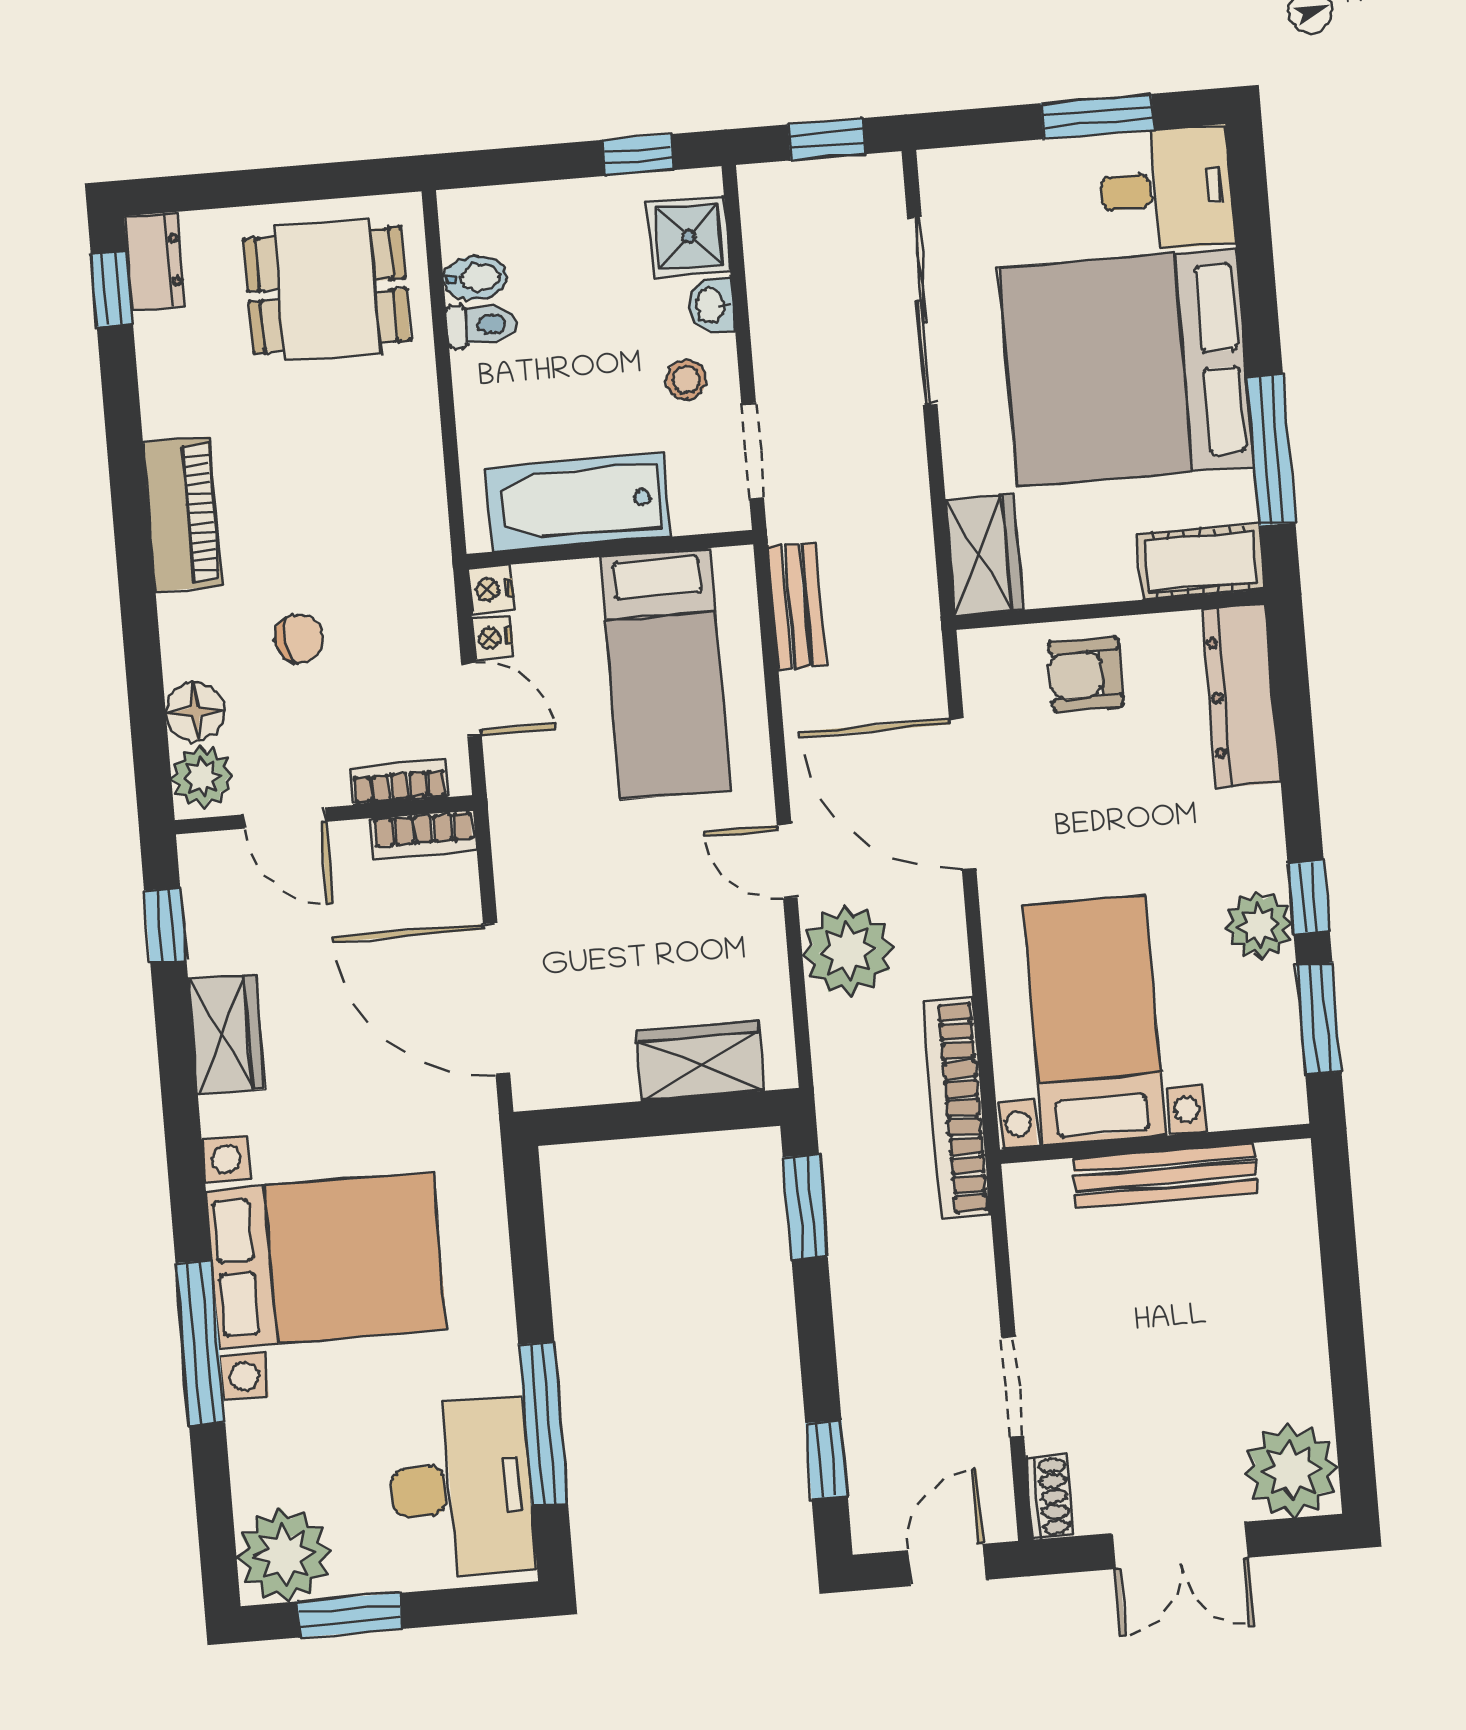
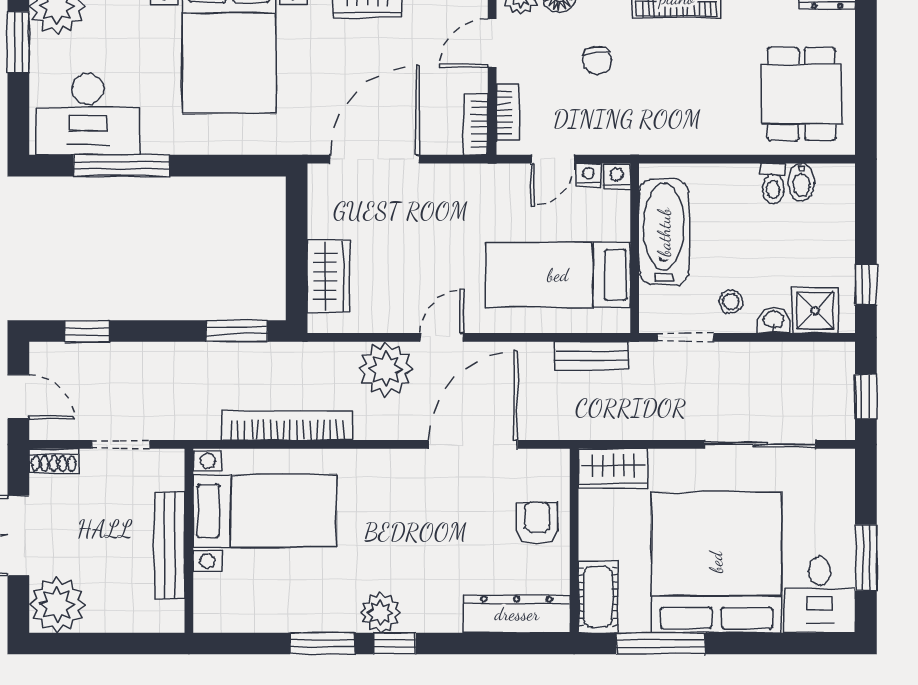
bed with nightstands: (1094, 1020) -> (265, 511), moved
wall: (1155, 1144) -> (189, 541), moved
bench: (1165, 1176) -> (170, 545), moved

